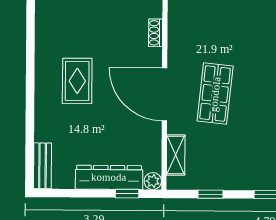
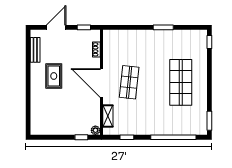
bench: (43, 166) -> (35, 50), moved
dresser: (109, 177) -> (72, 128), removed

